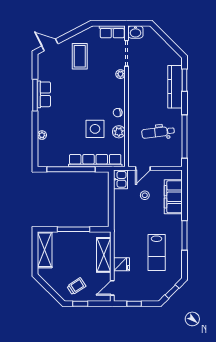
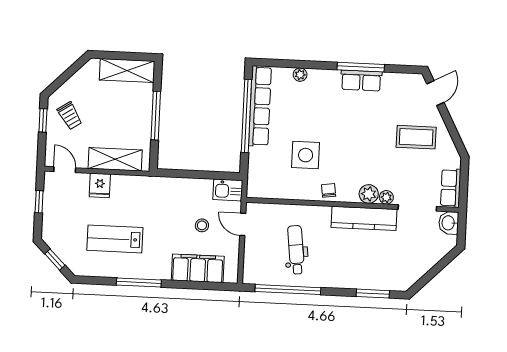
kitchen counter: (175, 87) -> (364, 218), moved, turned 180
plant: (119, 132) -> (369, 194), moved
row of seats: (95, 161) -> (260, 106), moved

